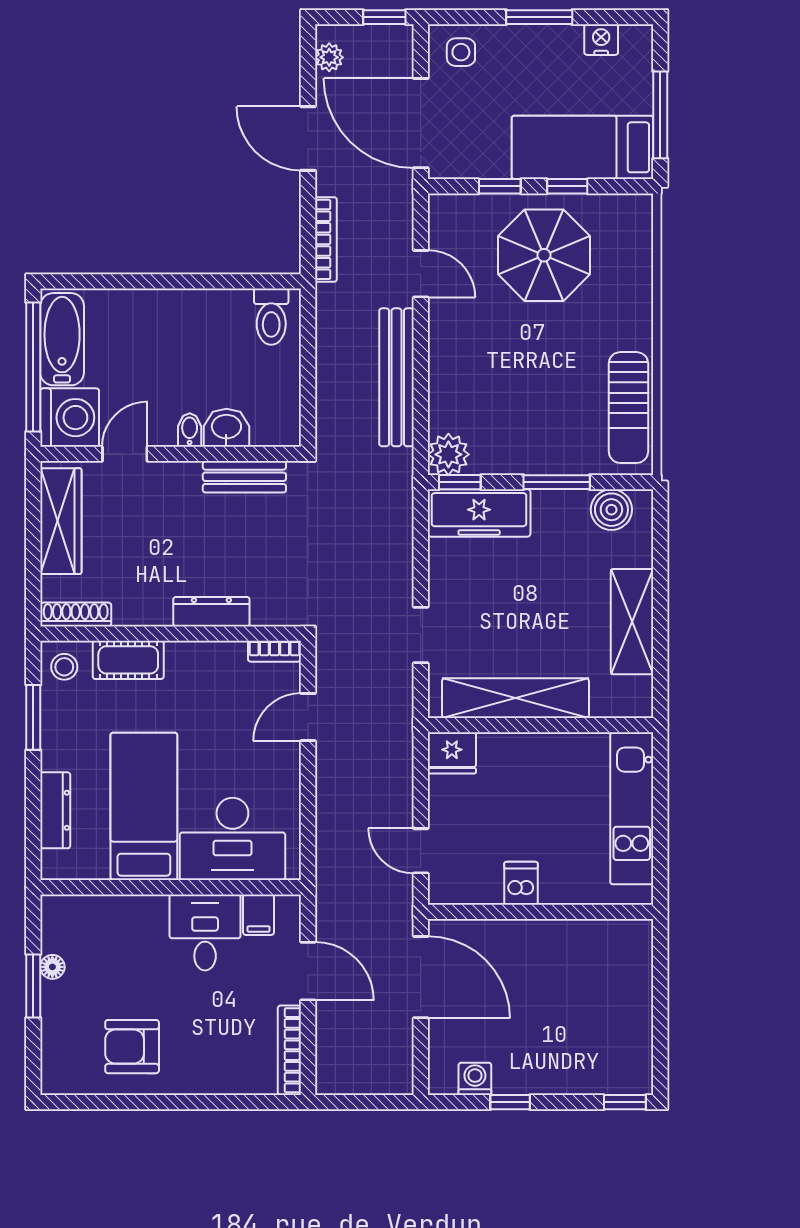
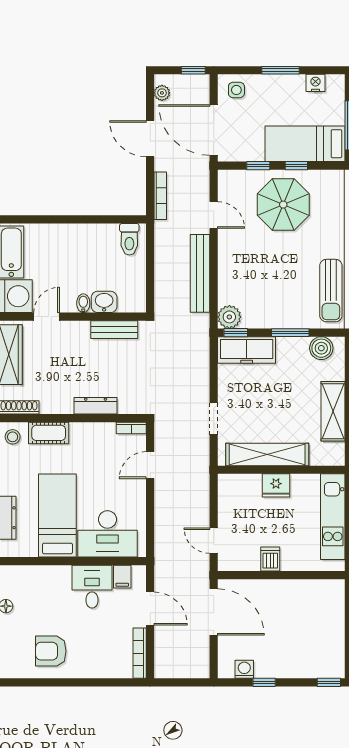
fridge: (452, 753) -> (276, 485), moved

